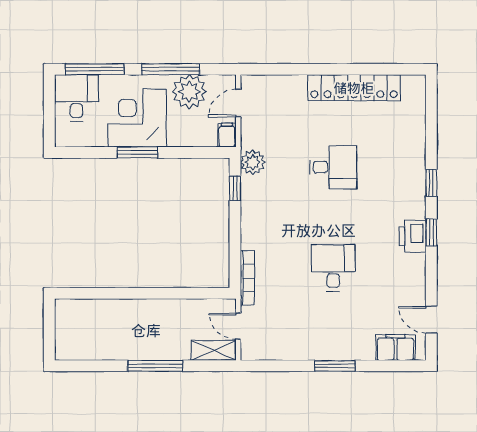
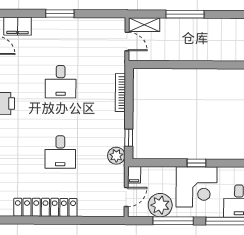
window: (137, 152) -> (197, 163), width x0.67
desk: (333, 167) -> (60, 152), turned -90
bookcase: (247, 278) -> (120, 93), moved

